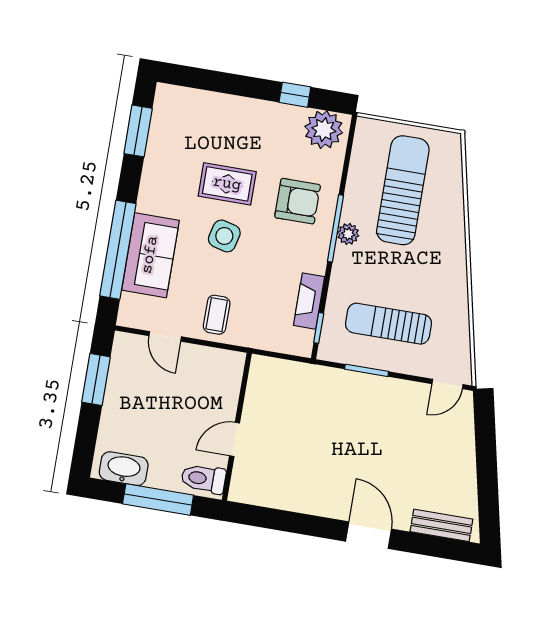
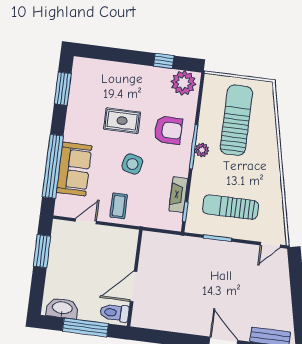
side table: (224, 236) -> (132, 164), moved
door: (165, 336) -> (86, 221), swing flipped
door: (235, 439) -> (134, 286), width x1.38

